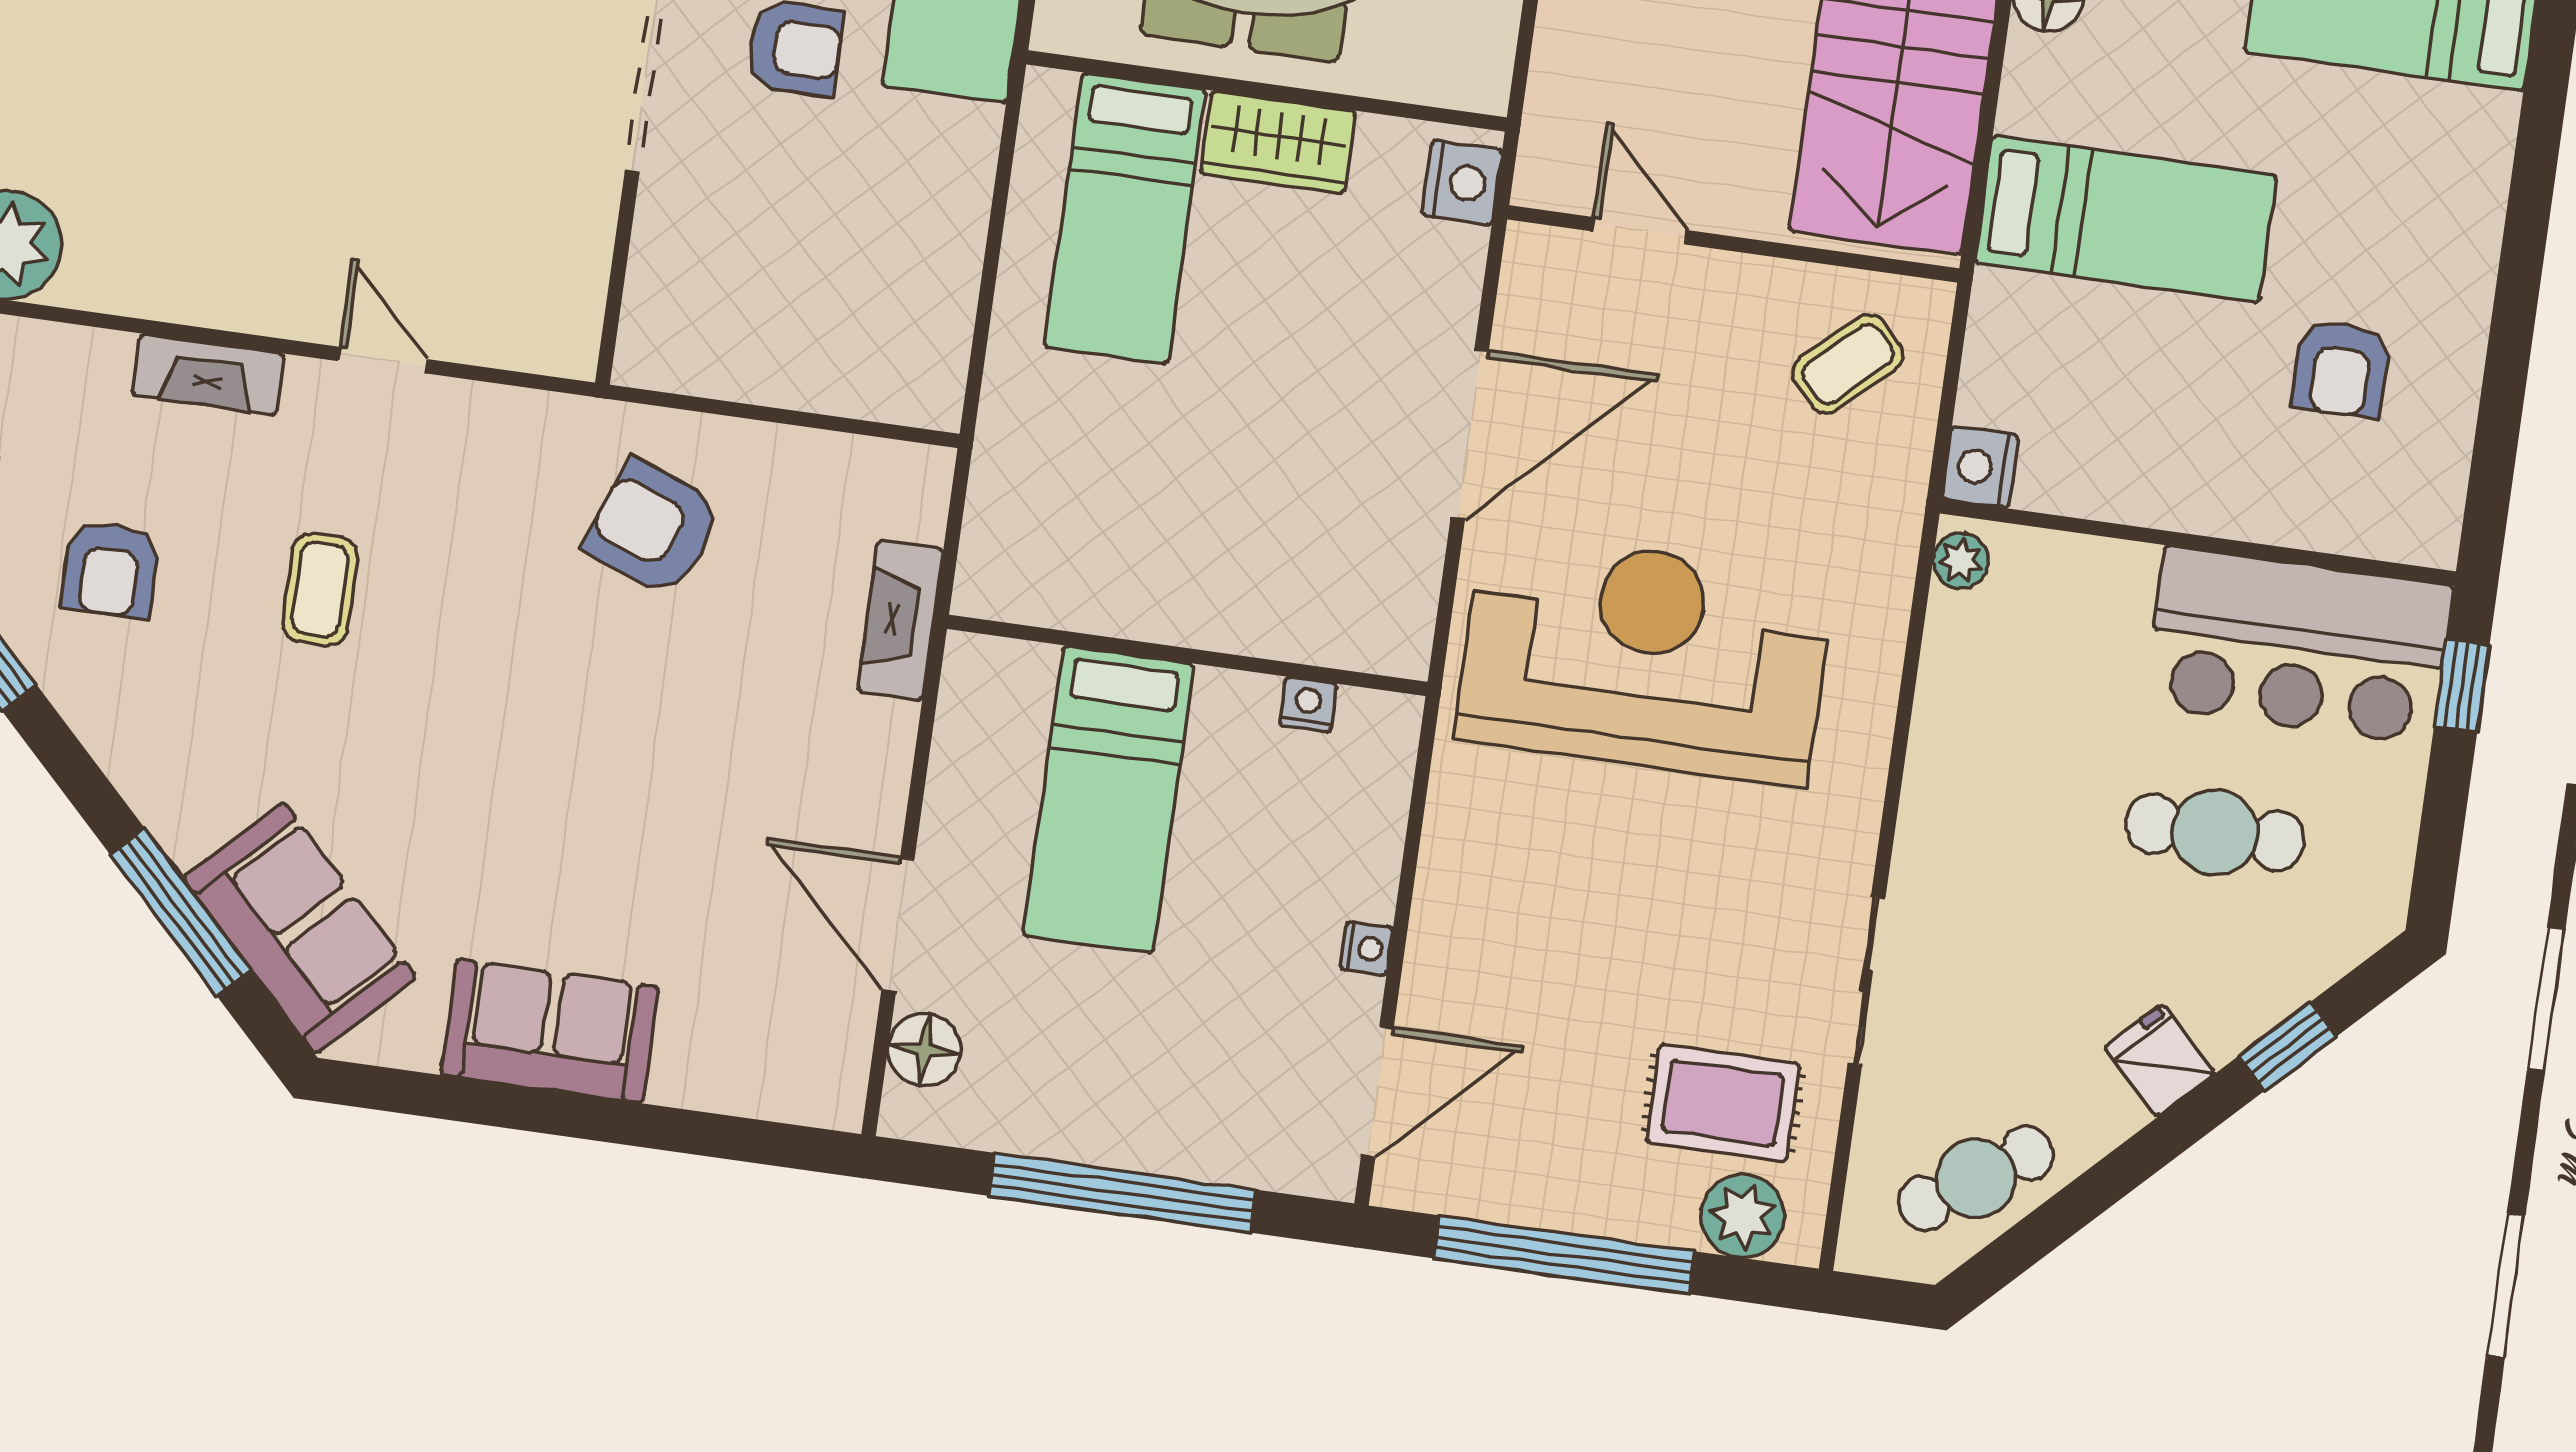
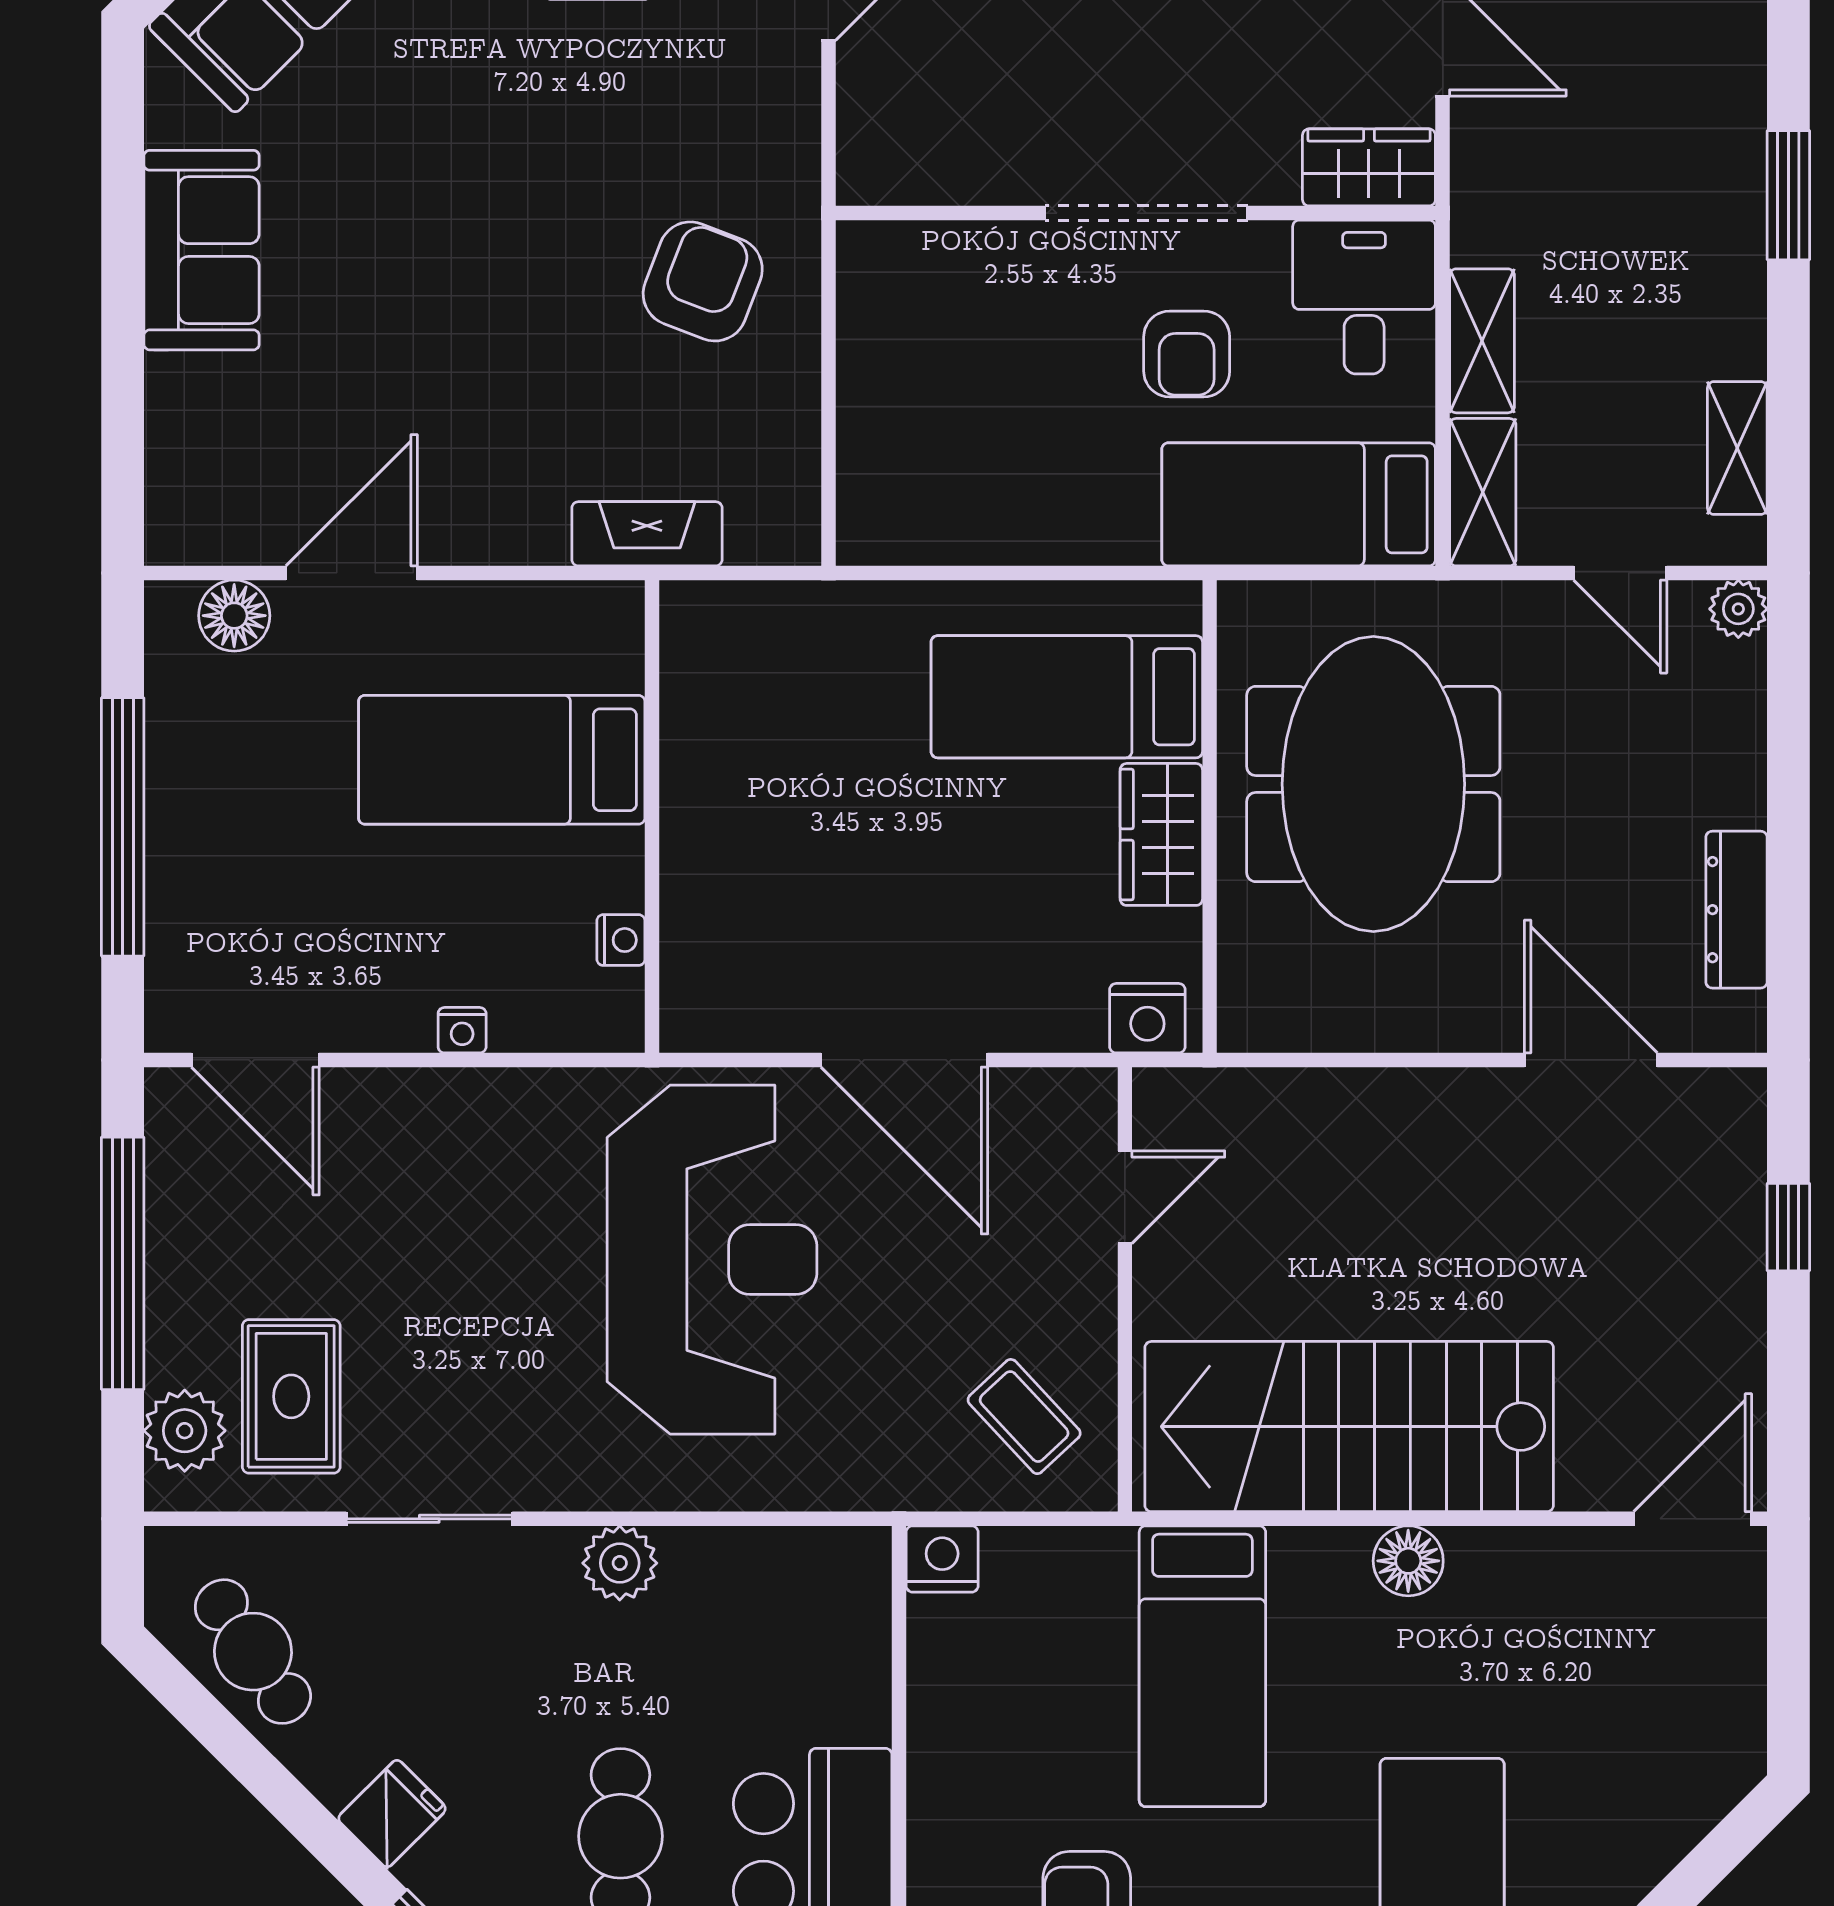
plant: (1961, 561) -> (620, 1563), moved, width x1.38, depth x1.38
nightstand: (1367, 948) -> (462, 1030), moved

